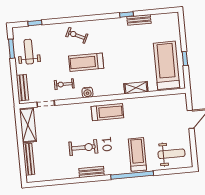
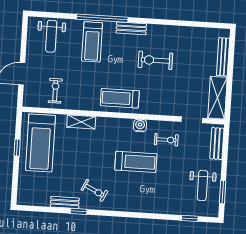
exercise bike: (77, 35) -> (94, 190), moved
exercise bike: (161, 110) -> (55, 91), added
weight bench: (171, 154) -> (51, 36), turned -90
bench: (92, 172) -> (131, 28), moved

